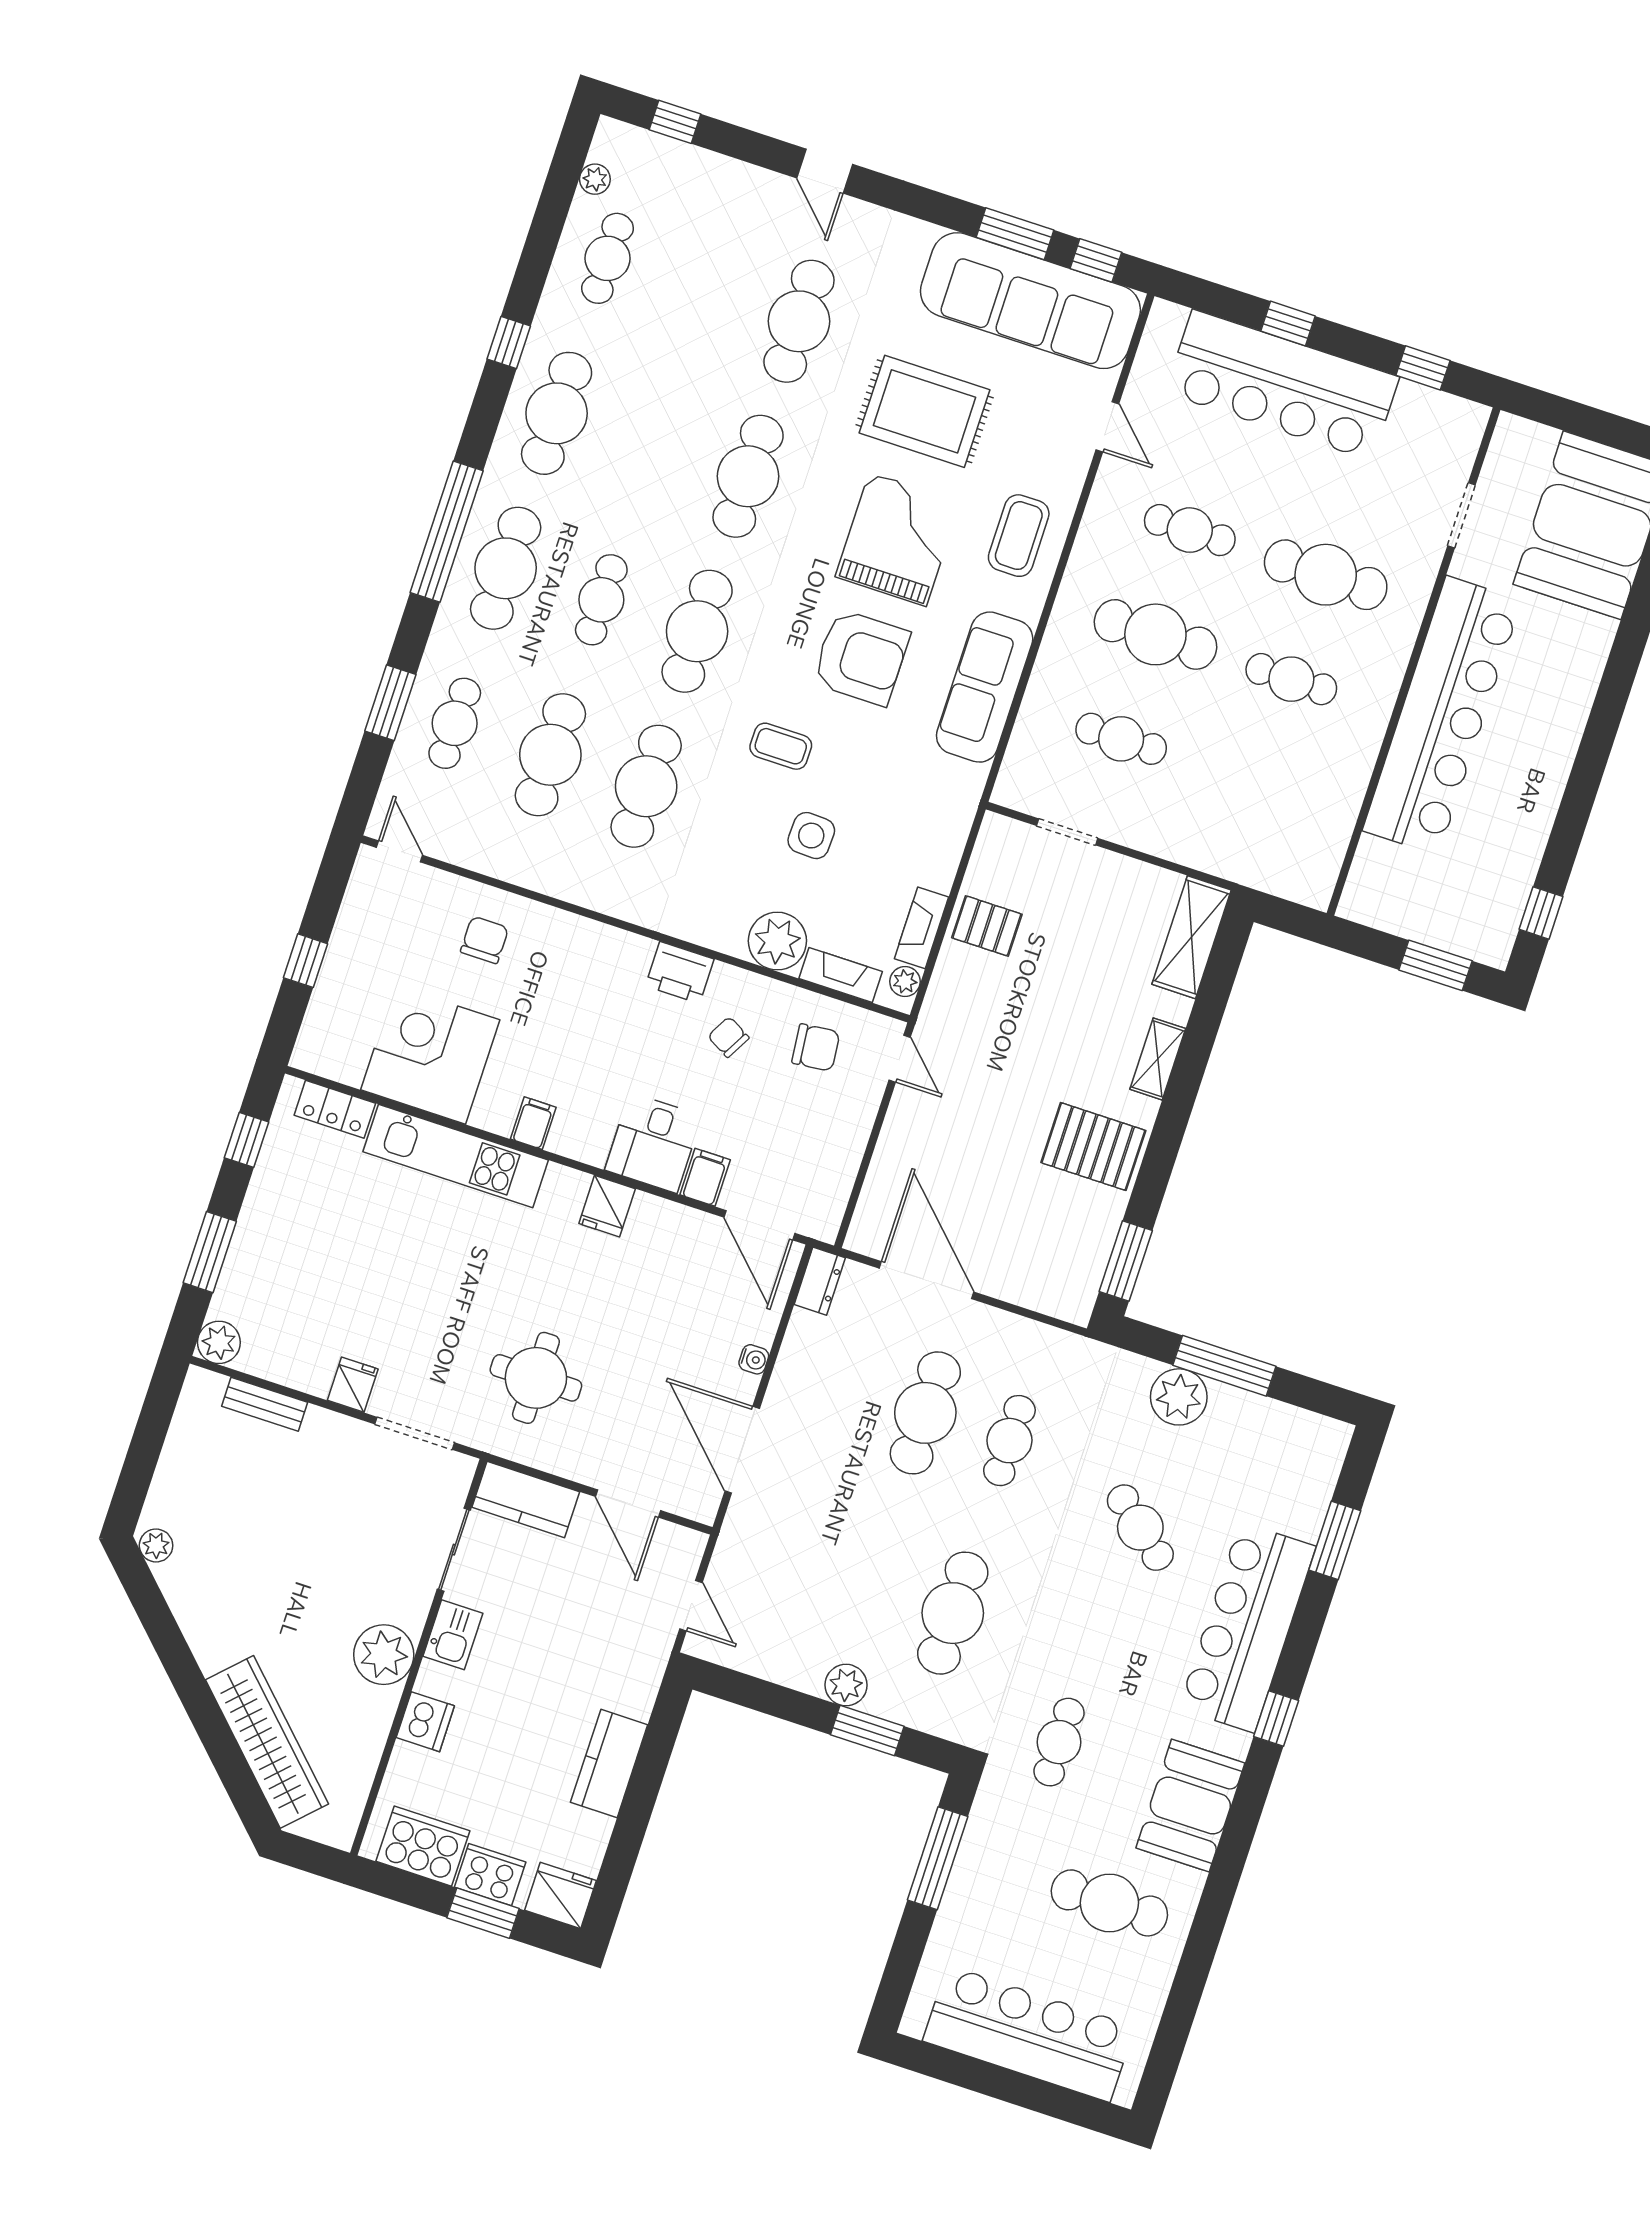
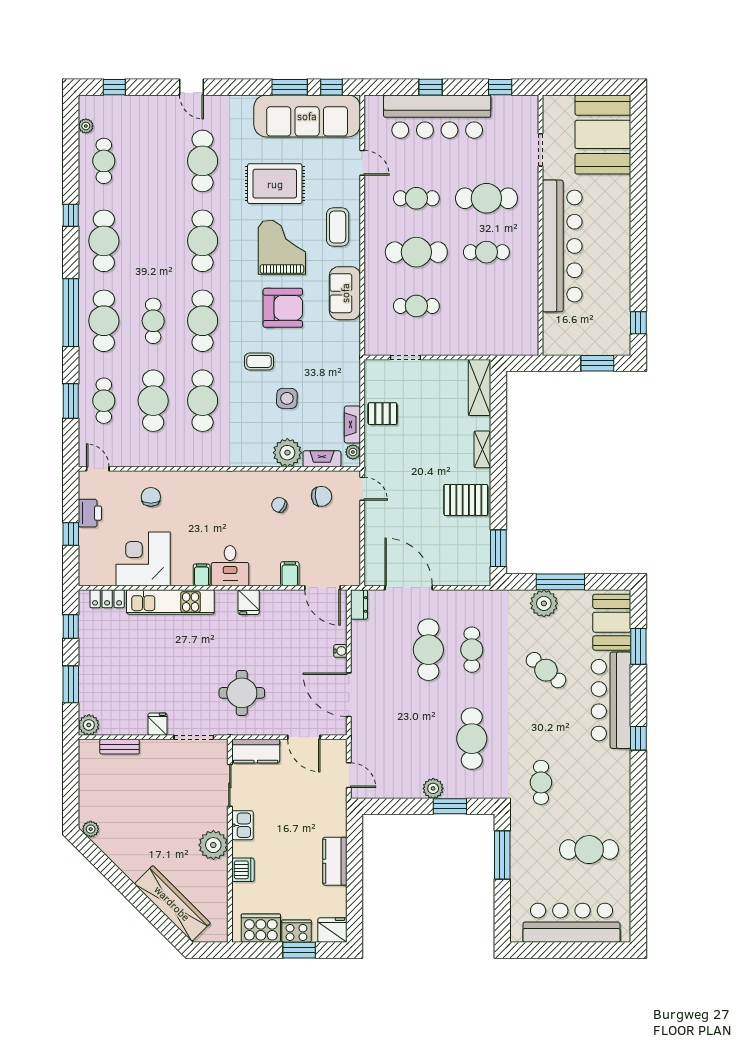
sofa: (985, 687) -> (345, 293), width x0.73
printer: (680, 973) -> (90, 513), moved, turned -90
desk: (653, 1143) -> (230, 566), moved
booth: (1190, 1806) -> (612, 622), moved

